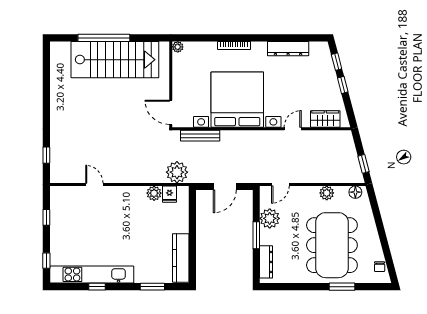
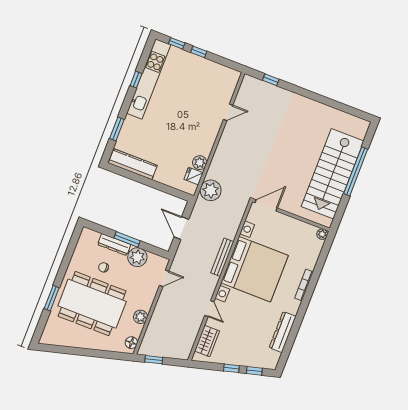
bench: (200, 136) -> (222, 257), moved
door: (280, 184) -> (164, 278), swing flipped
window: (46, 217) -> (199, 52), moved
dresser: (266, 262) -> (114, 245), moved
chair: (380, 267) -> (103, 267), moved

